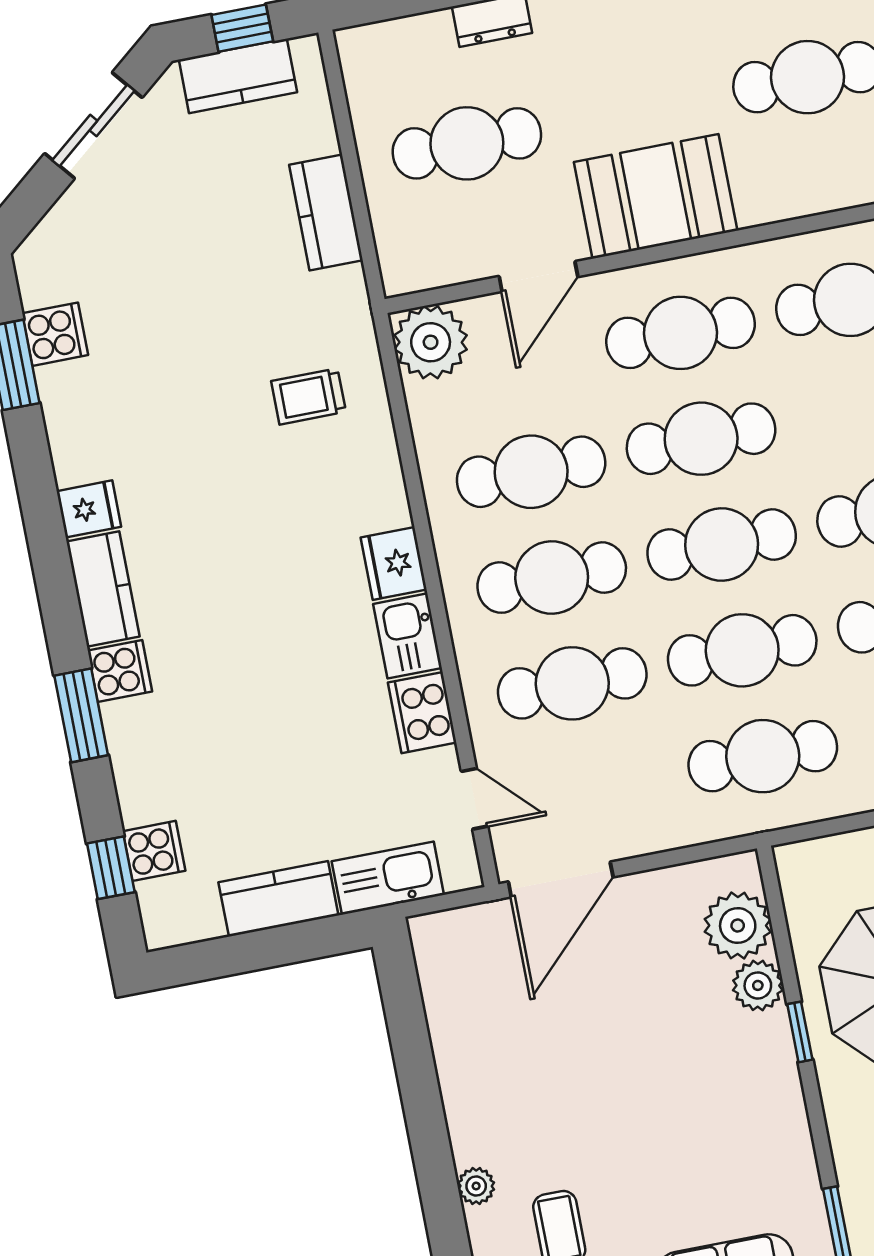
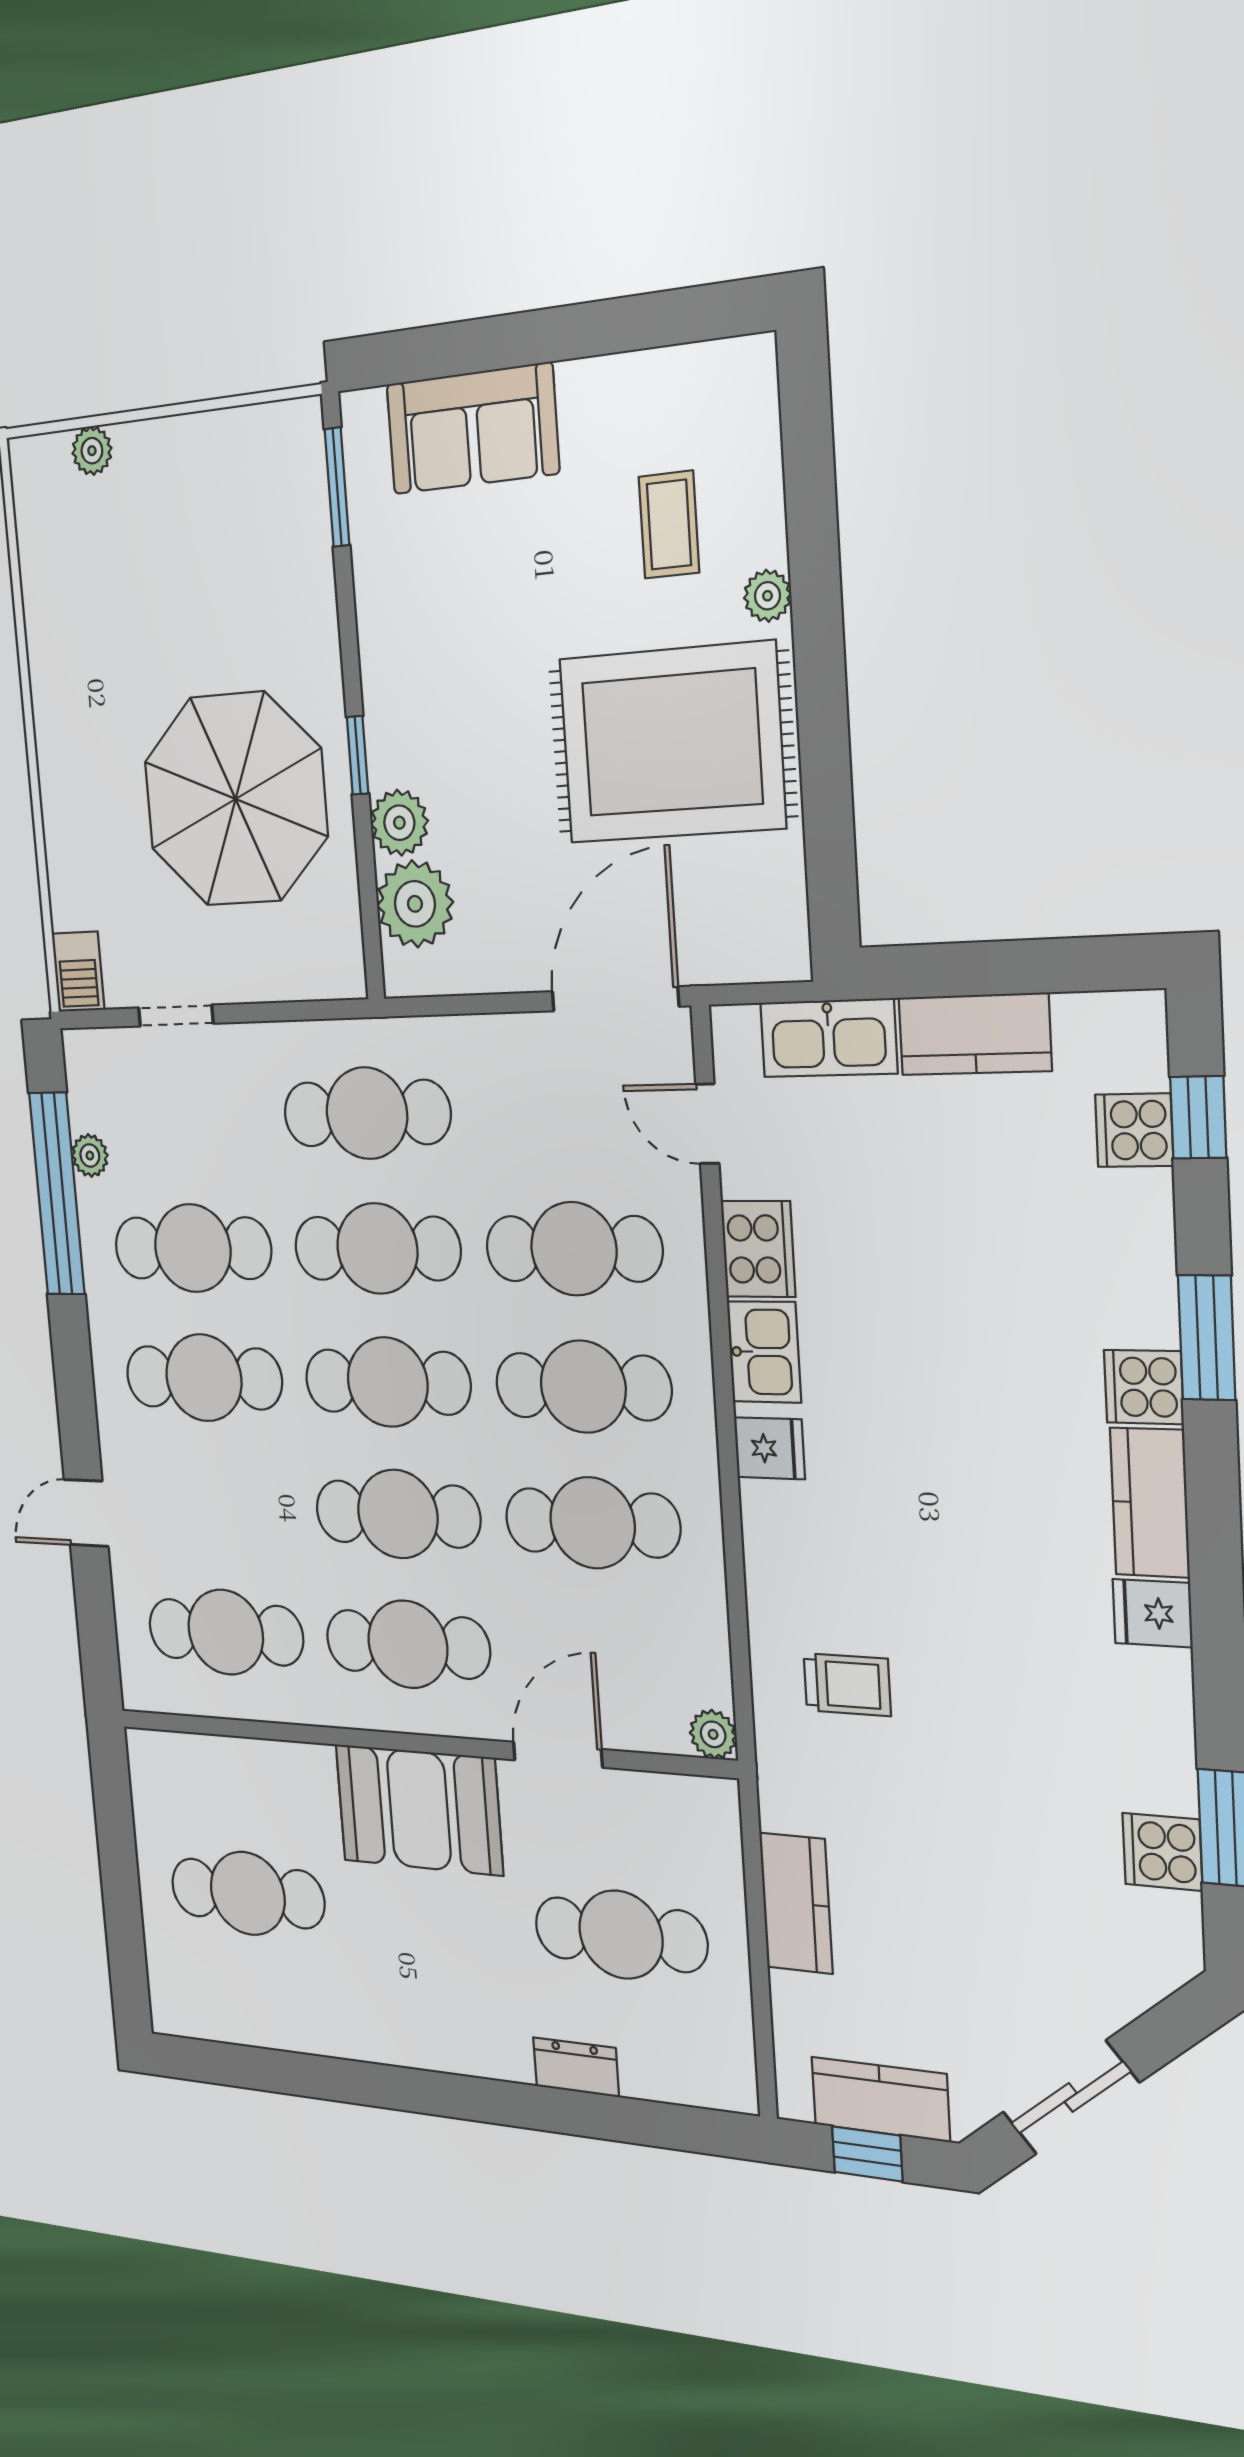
plant: (431, 342) -> (713, 1734), width x0.53, depth x0.53
fridge: (394, 563) -> (769, 1448), width x0.72
rug: (538, 1073) -> (672, 743), added

